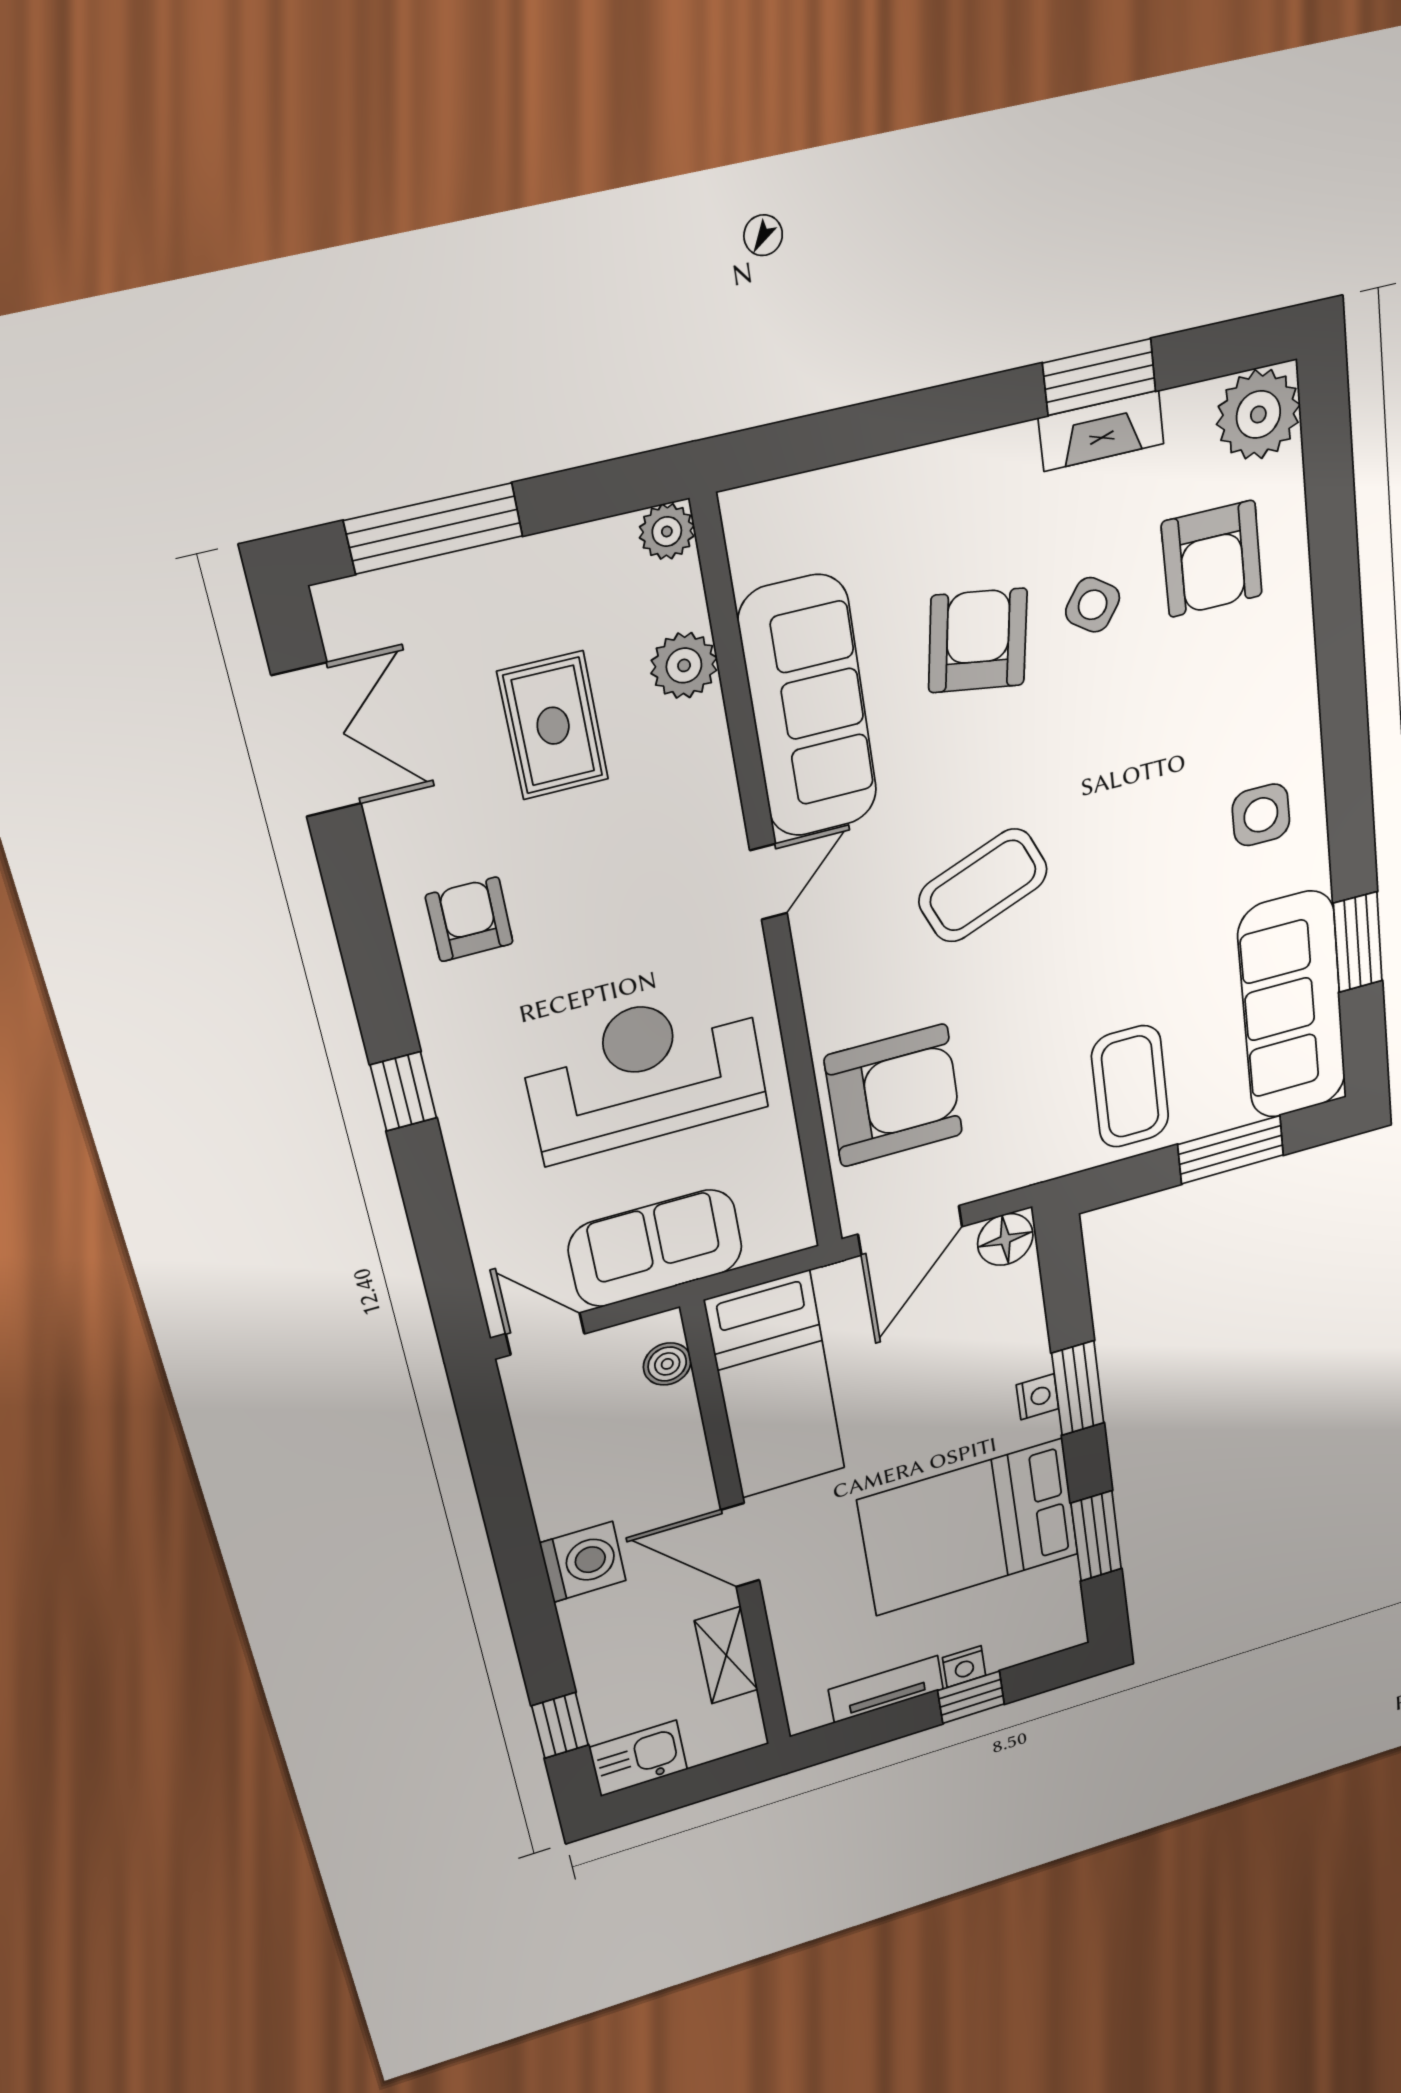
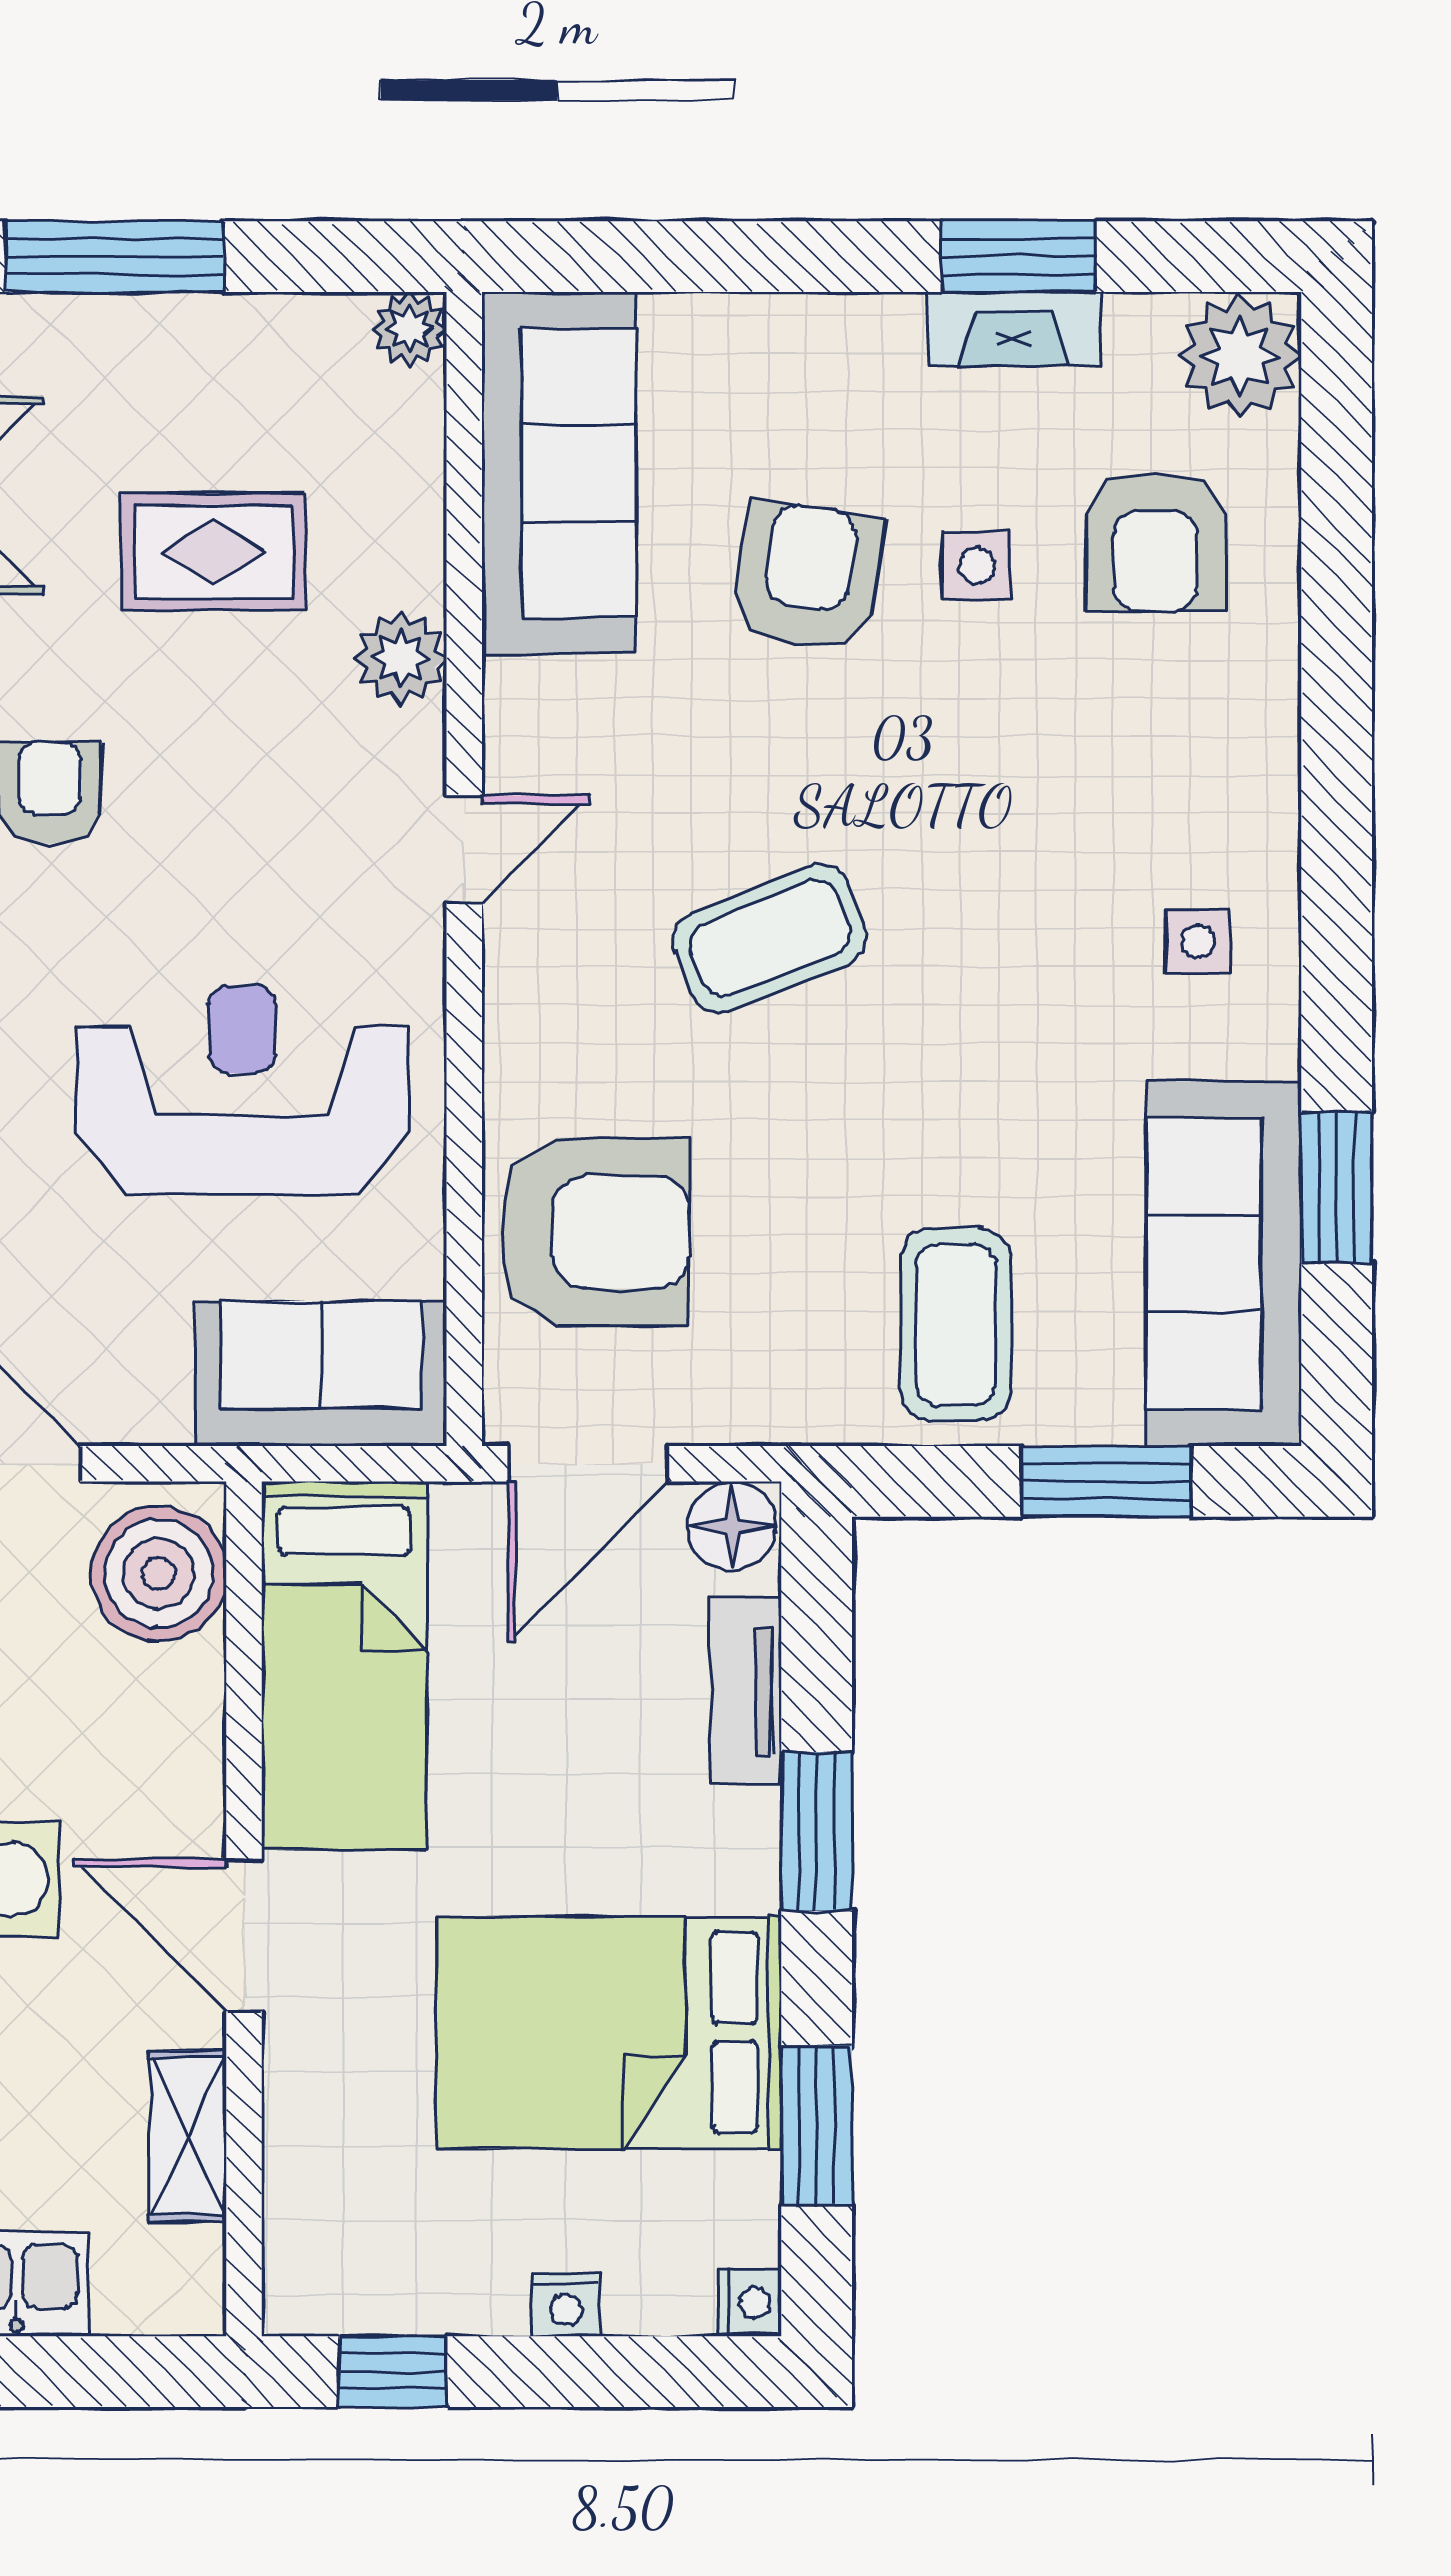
side table: (1093, 605) -> (976, 566), turned -35
plant: (684, 665) -> (401, 658), moved
sofa: (808, 707) -> (559, 473), moved
rug: (553, 726) -> (214, 552), turned 90
side table: (1261, 815) -> (1198, 941), width x0.73, depth x0.73
sofa: (656, 1248) -> (321, 1374), moved
boiler: (667, 1364) -> (159, 1574), width x1.86, depth x1.86
nightstand: (1038, 1397) -> (750, 2303), moved
tv unit: (886, 1689) -> (746, 1691), moved, turned -90
window: (971, 1697) -> (393, 2372), moved

